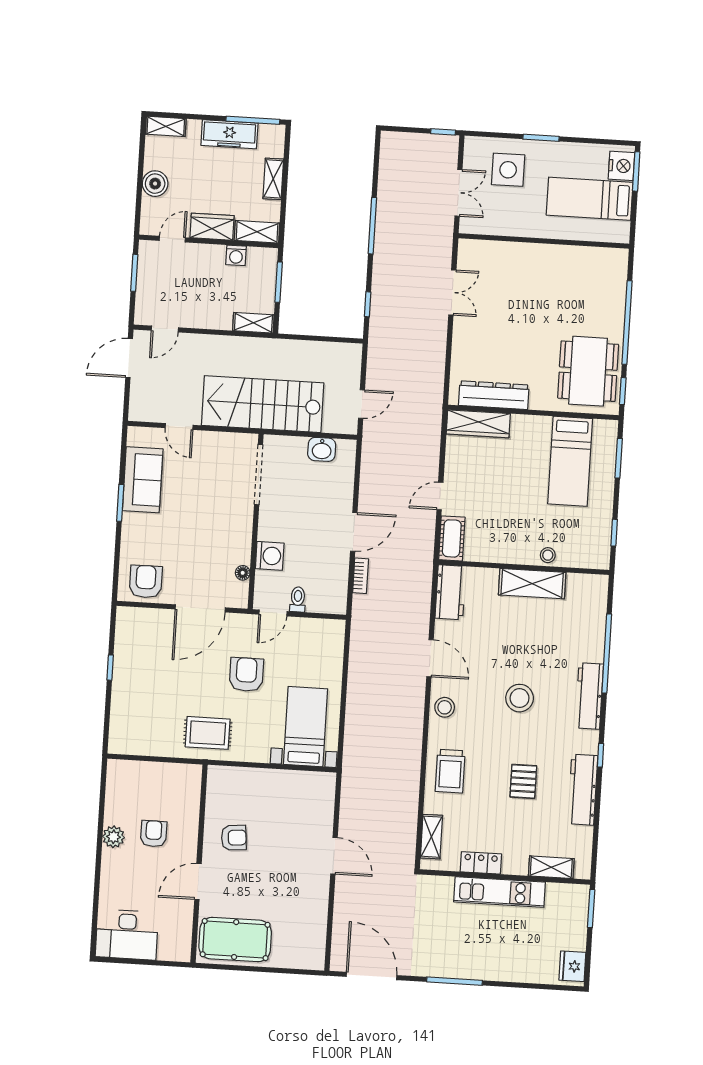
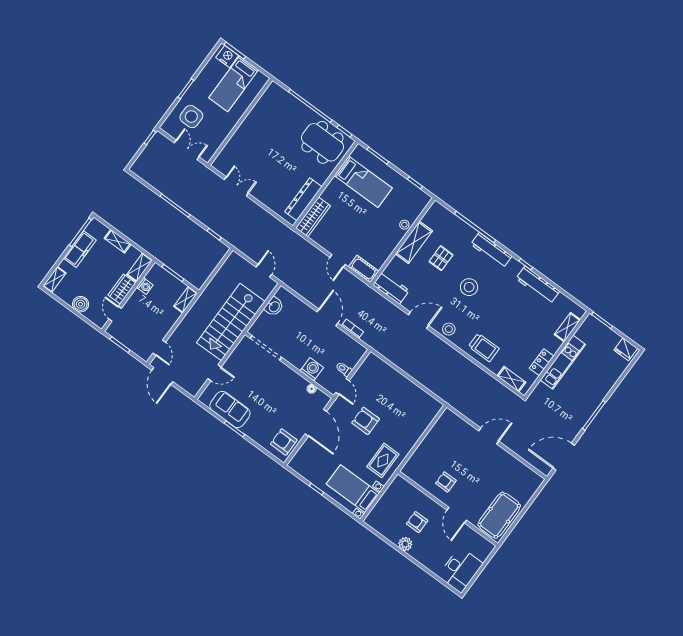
bed with nightstands: (306, 727) -> (353, 489), moved
pallet: (523, 781) -> (441, 258), moved, turned 90
armchair: (234, 838) -> (446, 482), turned -85

